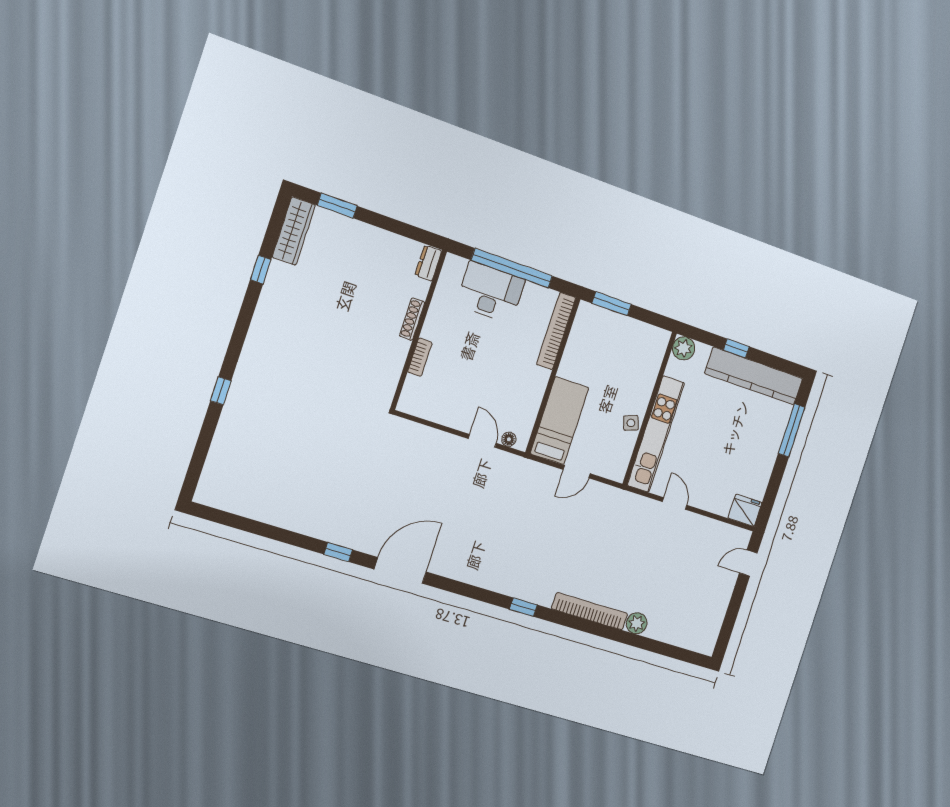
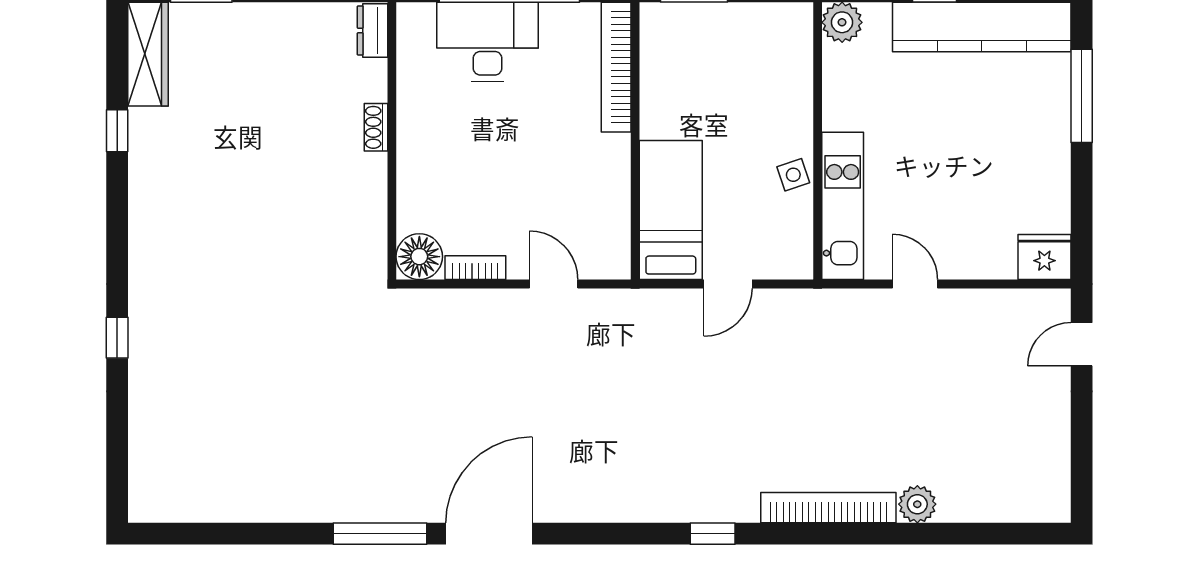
shoe rack: (412, 319) -> (376, 127), width x0.70
bookcase: (420, 357) -> (475, 268), moved, turned -90
kitchen unit: (656, 434) -> (843, 206), width x0.73
floor lamp: (509, 439) -> (419, 257), moved, width x1.89, depth x1.89
window: (338, 552) -> (380, 534), width x2.17

